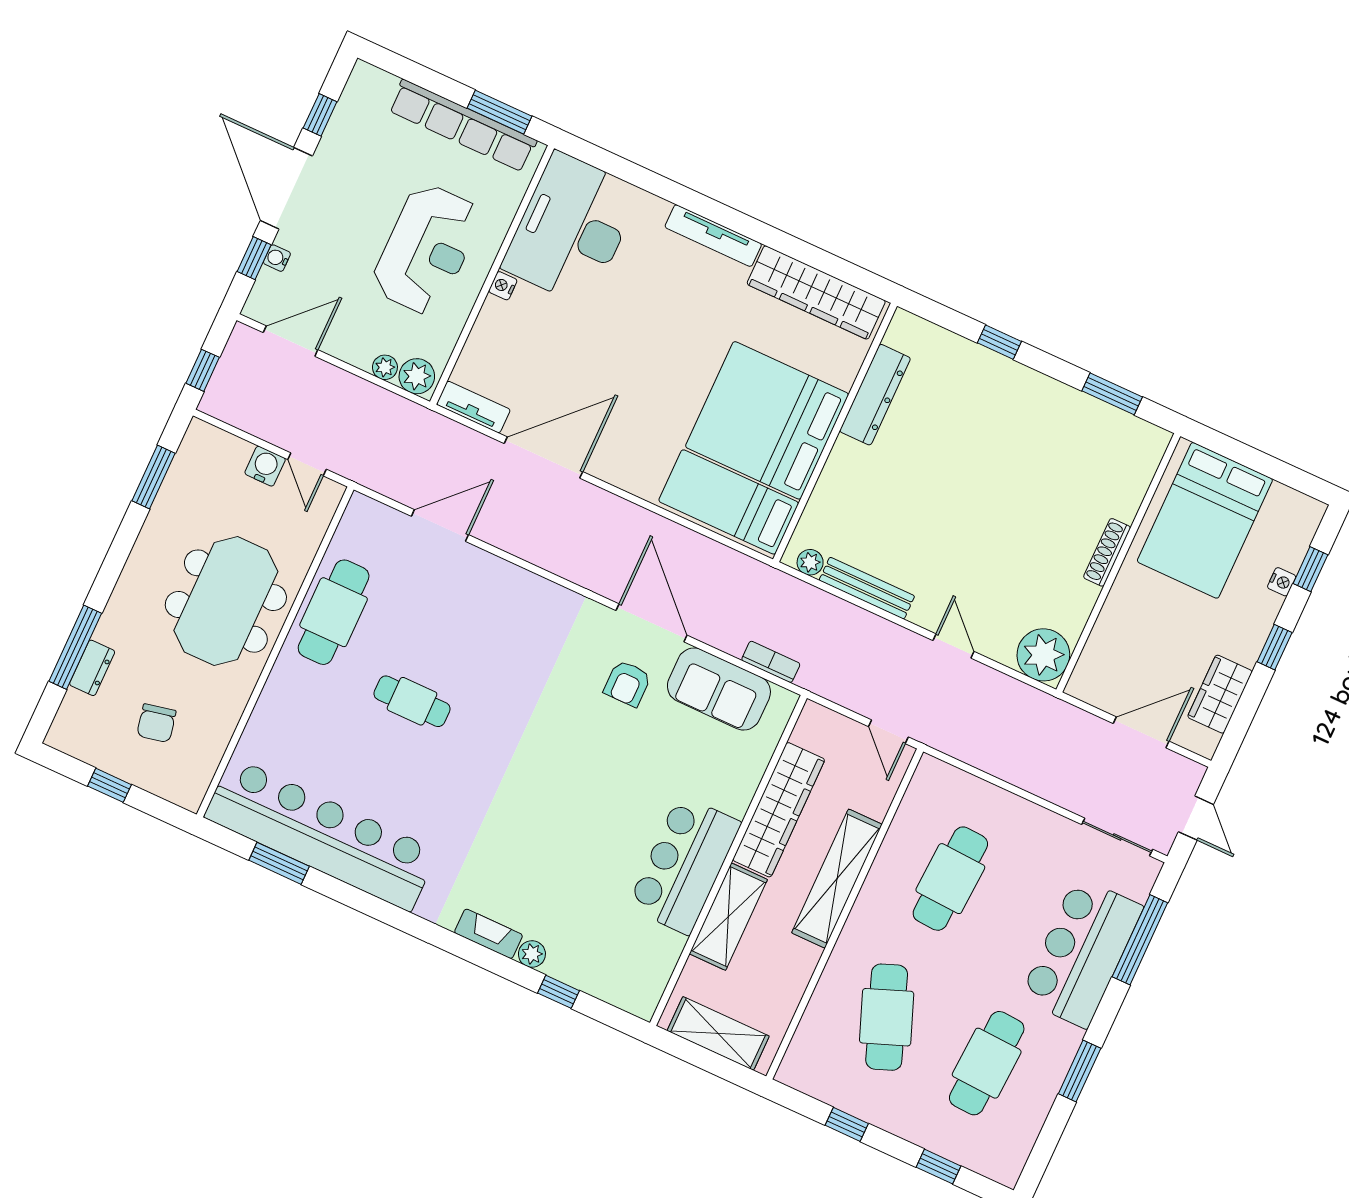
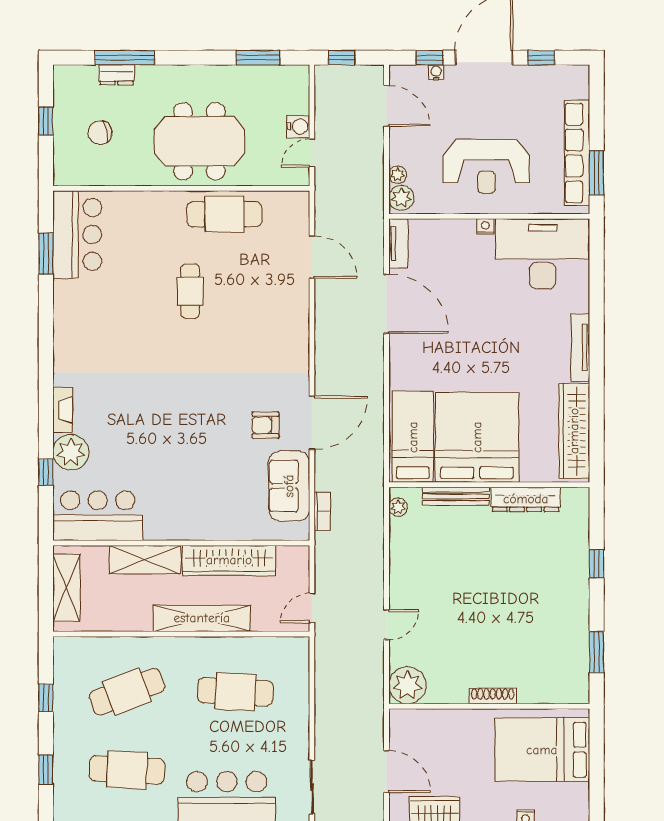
bench: (867, 588) -> (456, 496), moved, turned 90
bar counter: (321, 834) -> (77, 234), width x0.54
bar counter: (684, 865) -> (98, 516), moved
plant: (532, 954) -> (71, 452), width x1.88, depth x1.88

